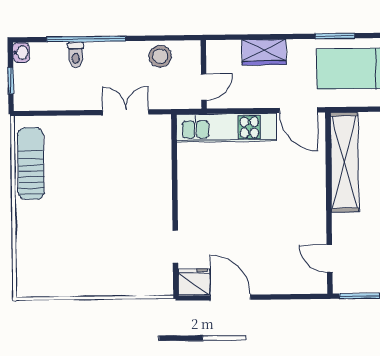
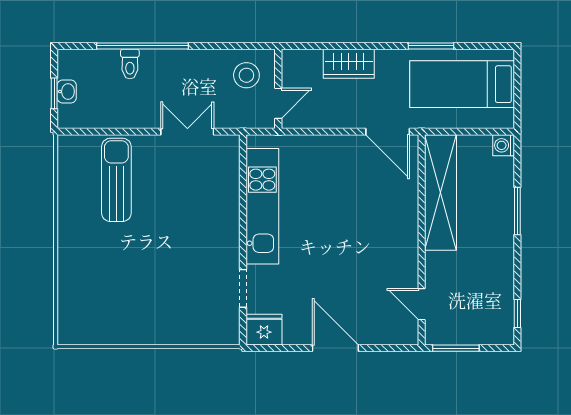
washbasin: (21, 52) -> (67, 91), moved
stool: (160, 56) -> (246, 75), moved
kitchen unit: (226, 128) -> (262, 206), moved, turned -90
sun lounger: (31, 164) -> (116, 180), moved
door: (231, 297) -> (335, 348), moved

